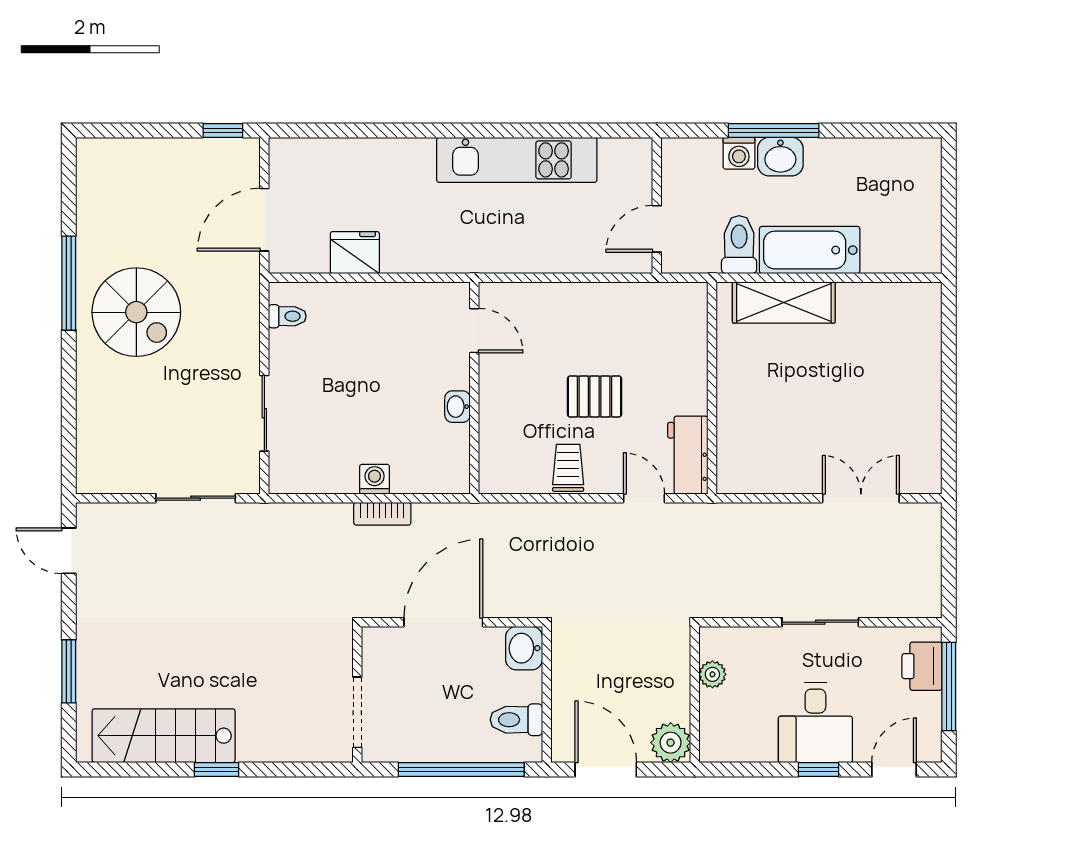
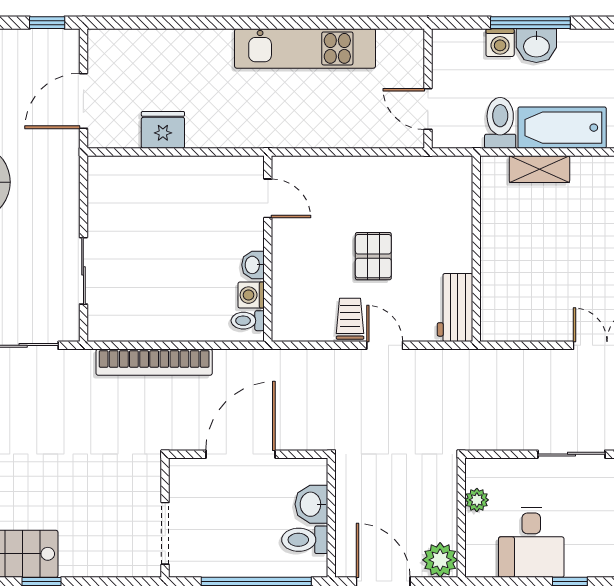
door: (657, 229) -> (428, 109), hinge flipped
shelving: (784, 303) -> (539, 169), width x0.67, depth x0.75
toilet: (287, 316) -> (248, 321), moved, turned 180
pallet: (595, 396) -> (373, 256), turned 90
washing machine: (375, 479) -> (251, 295), moved, turned -90
door: (644, 498) -> (385, 345), moved
bookcase: (382, 514) -> (154, 362), width x2.31, depth x1.31
washbasin: (524, 648) -> (311, 504), moved
desk: (815, 723) -> (531, 542), moved

